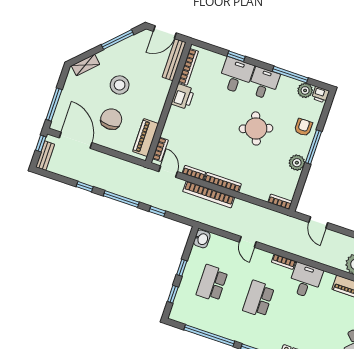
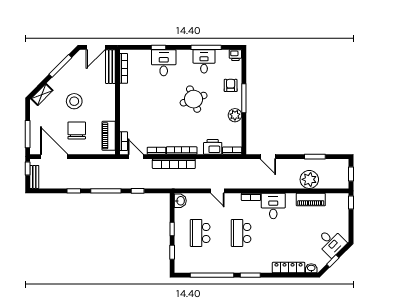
desk: (264, 83) -> (204, 61), moved
plant: (305, 90) -> (222, 56), removed
printer: (183, 97) -> (213, 147), moved, turned -90

